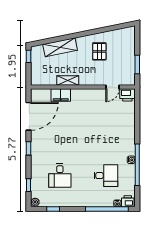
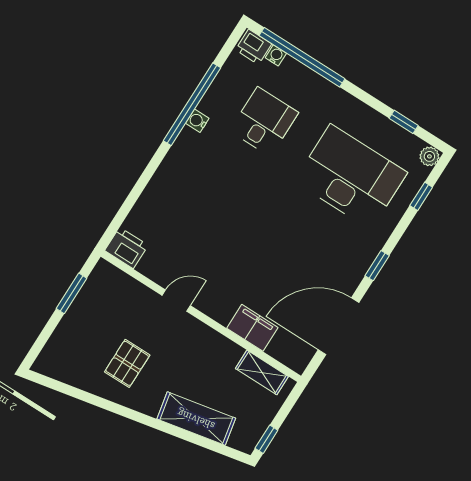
shelving: (68, 80) -> (262, 372), moved
door: (113, 87) -> (176, 301), moved
desk: (60, 176) -> (351, 177), width x1.87, depth x1.30
desk: (106, 176) -> (264, 122), turned 90

